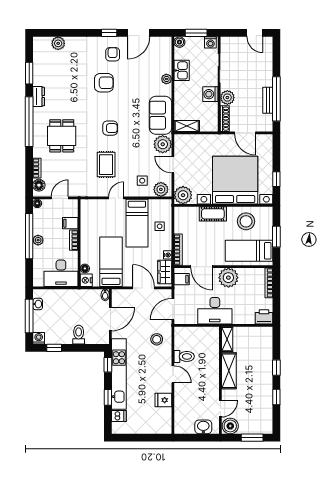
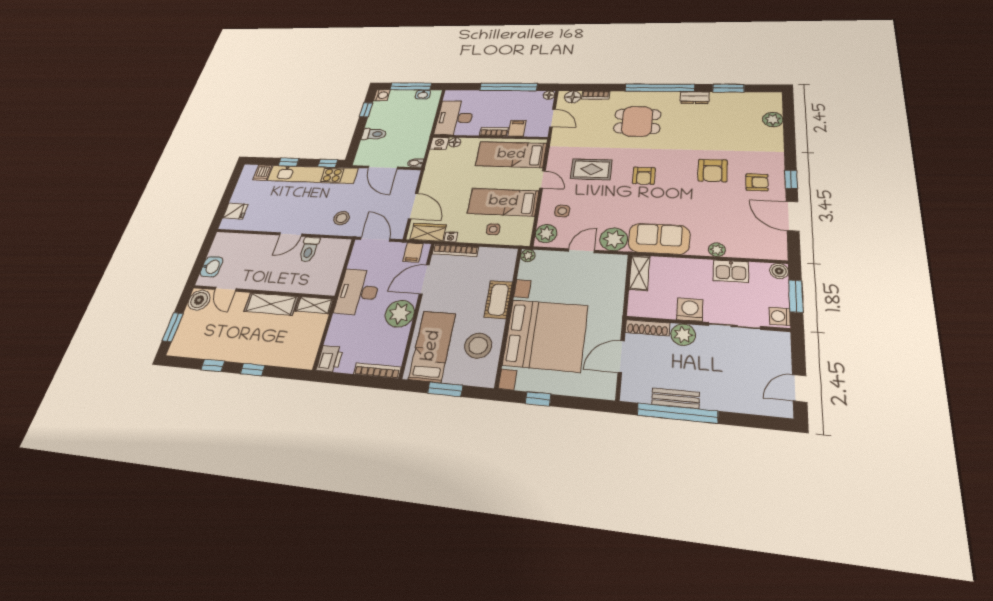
plant: (183, 195) -> (528, 256), width x0.53, depth x0.53
plant: (38, 240) -> (502, 96), removed
bed: (111, 262) -> (511, 155), moved, turned 180
door: (143, 288) -> (413, 206), hinge flipped
fridge: (163, 400) -> (235, 211), moved, turned 90

